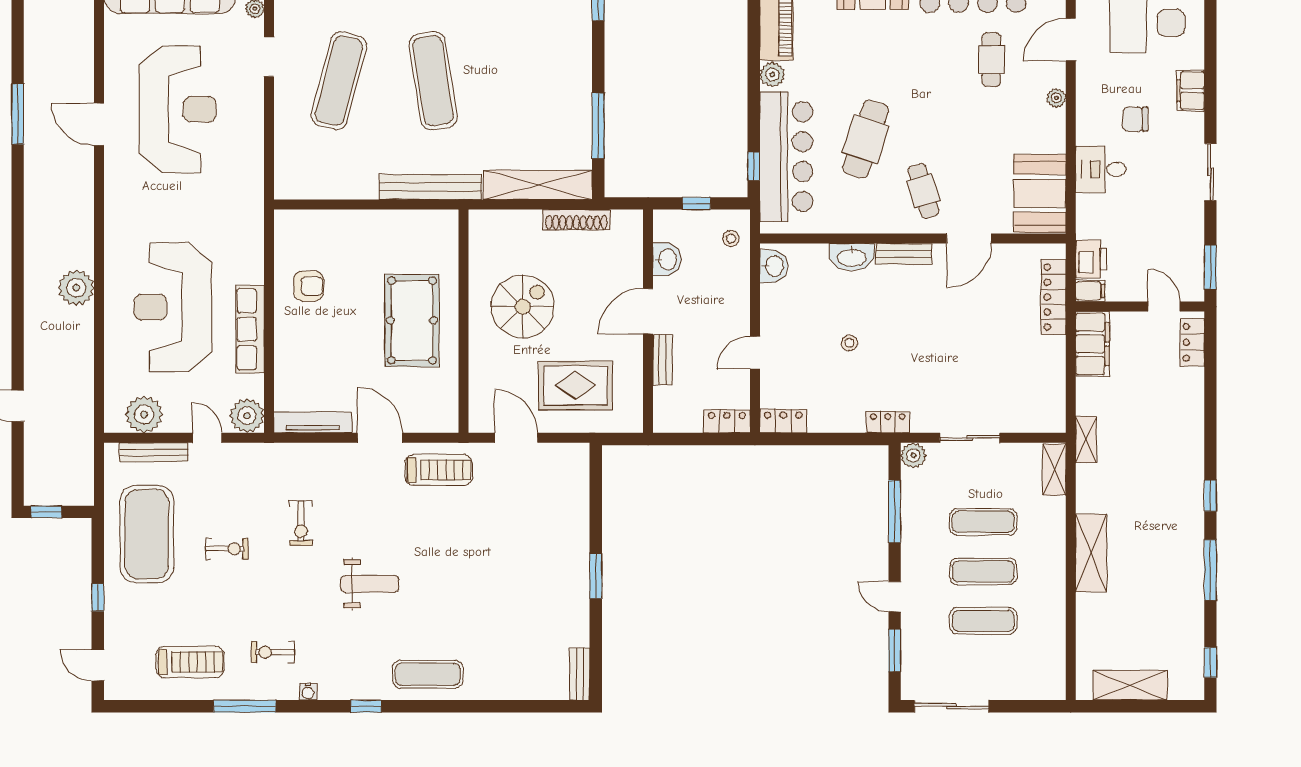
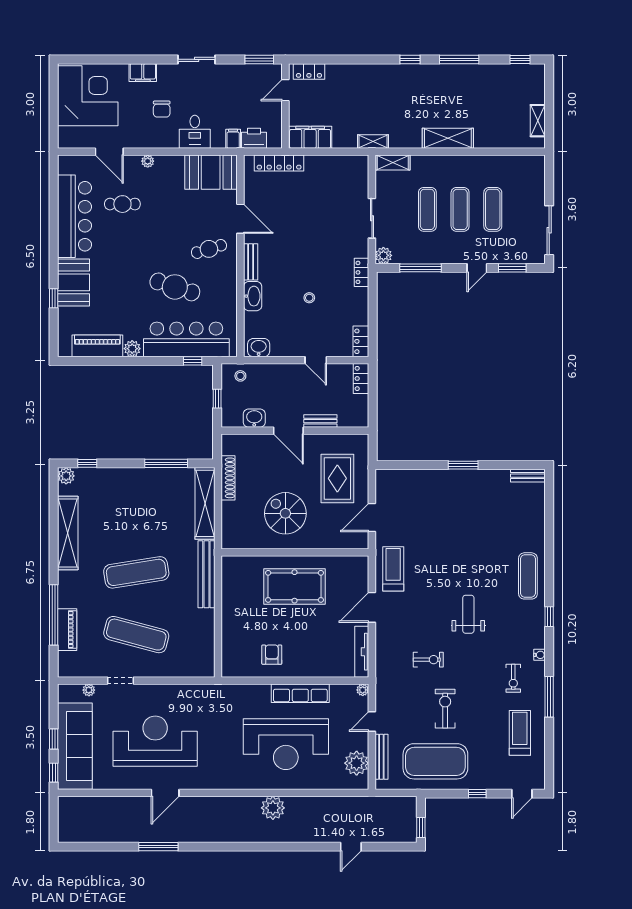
filing cabinet: (1090, 291) -> (233, 139), moved
plant: (247, 416) -> (363, 690), width x0.53, depth x0.53
exercise bike: (227, 549) -> (445, 709), width x1.38, depth x1.39
shelving: (1130, 685) -> (538, 121), width x0.67, depth x0.75

